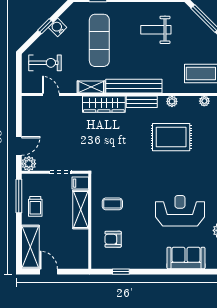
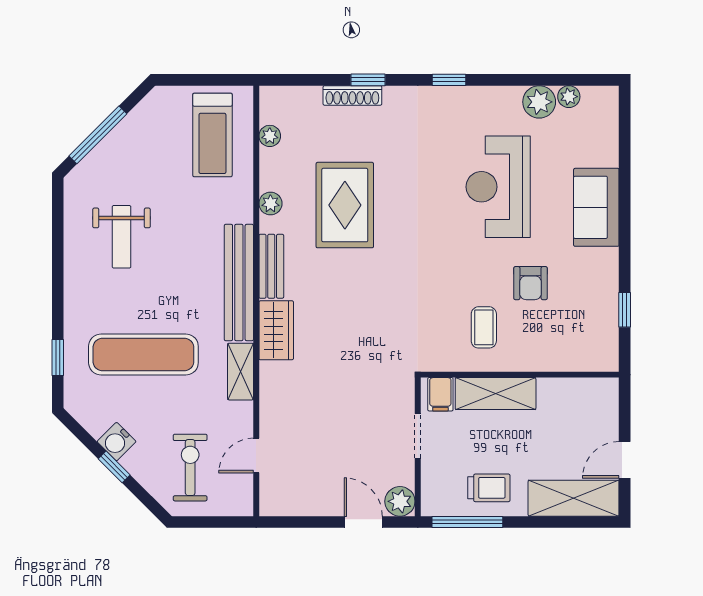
wardrobe: (104, 104) -> (276, 330), width x0.67
armchair: (113, 239) -> (530, 283), moved
sofa: (186, 258) -> (596, 207), moved

